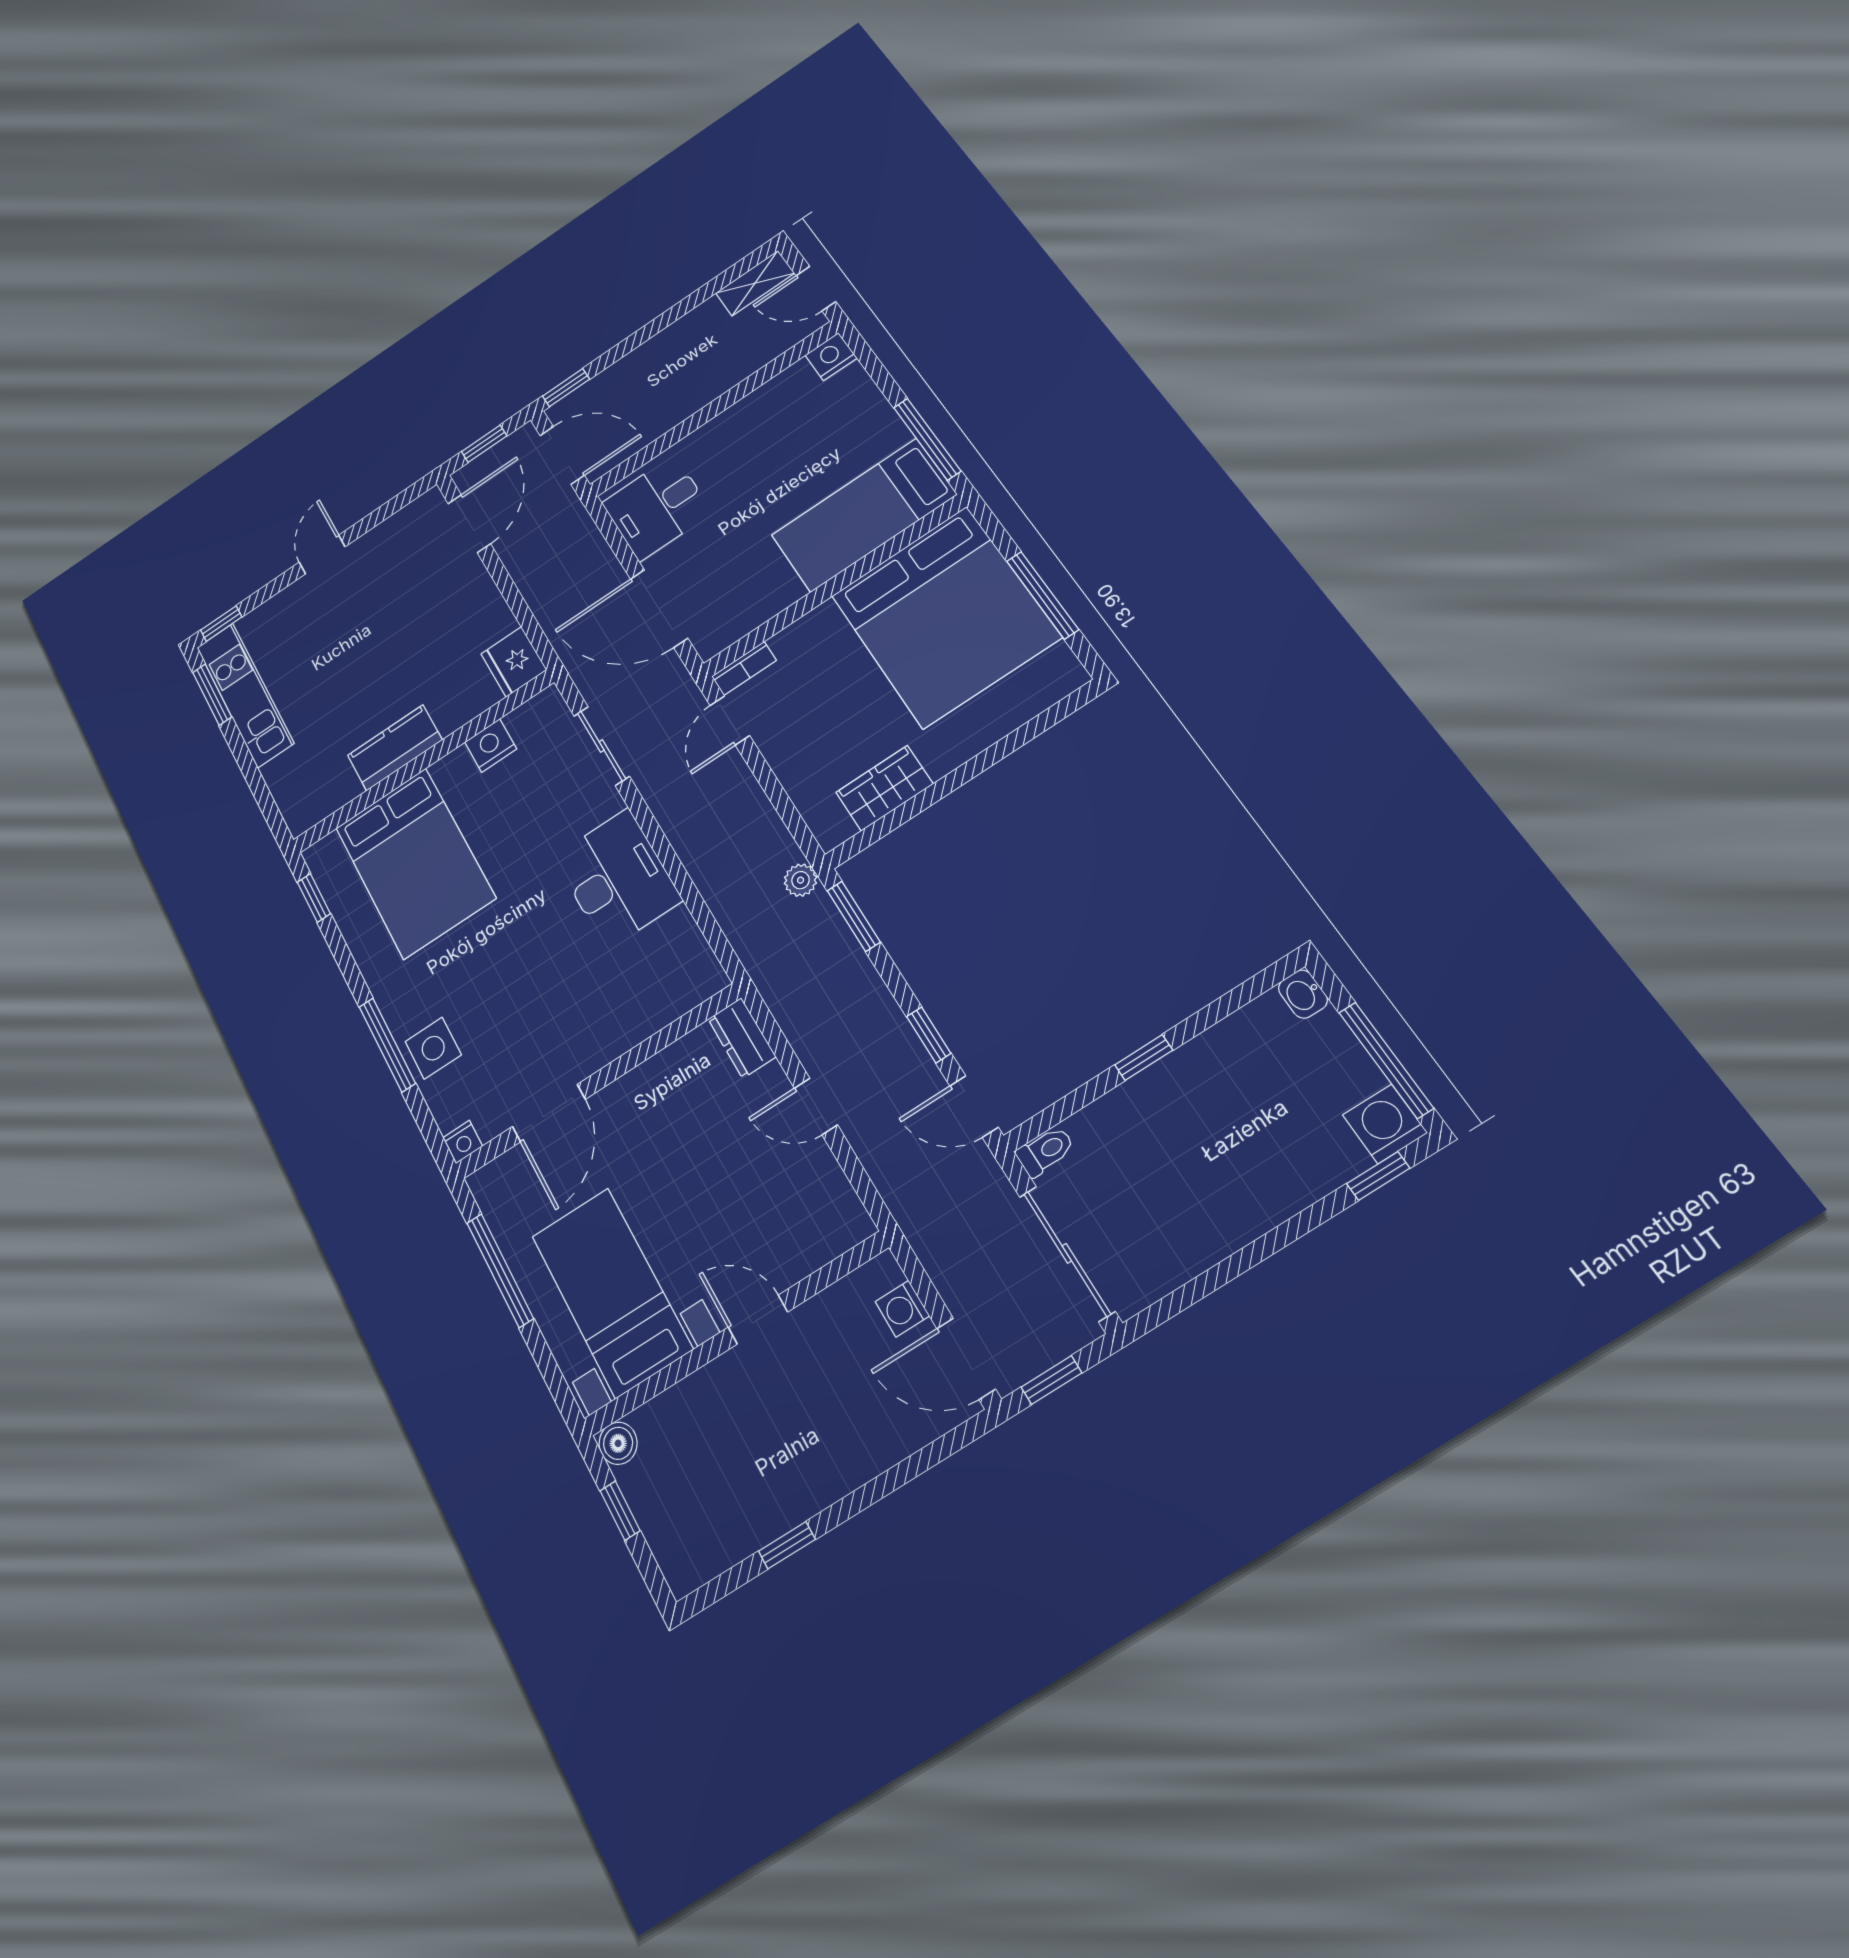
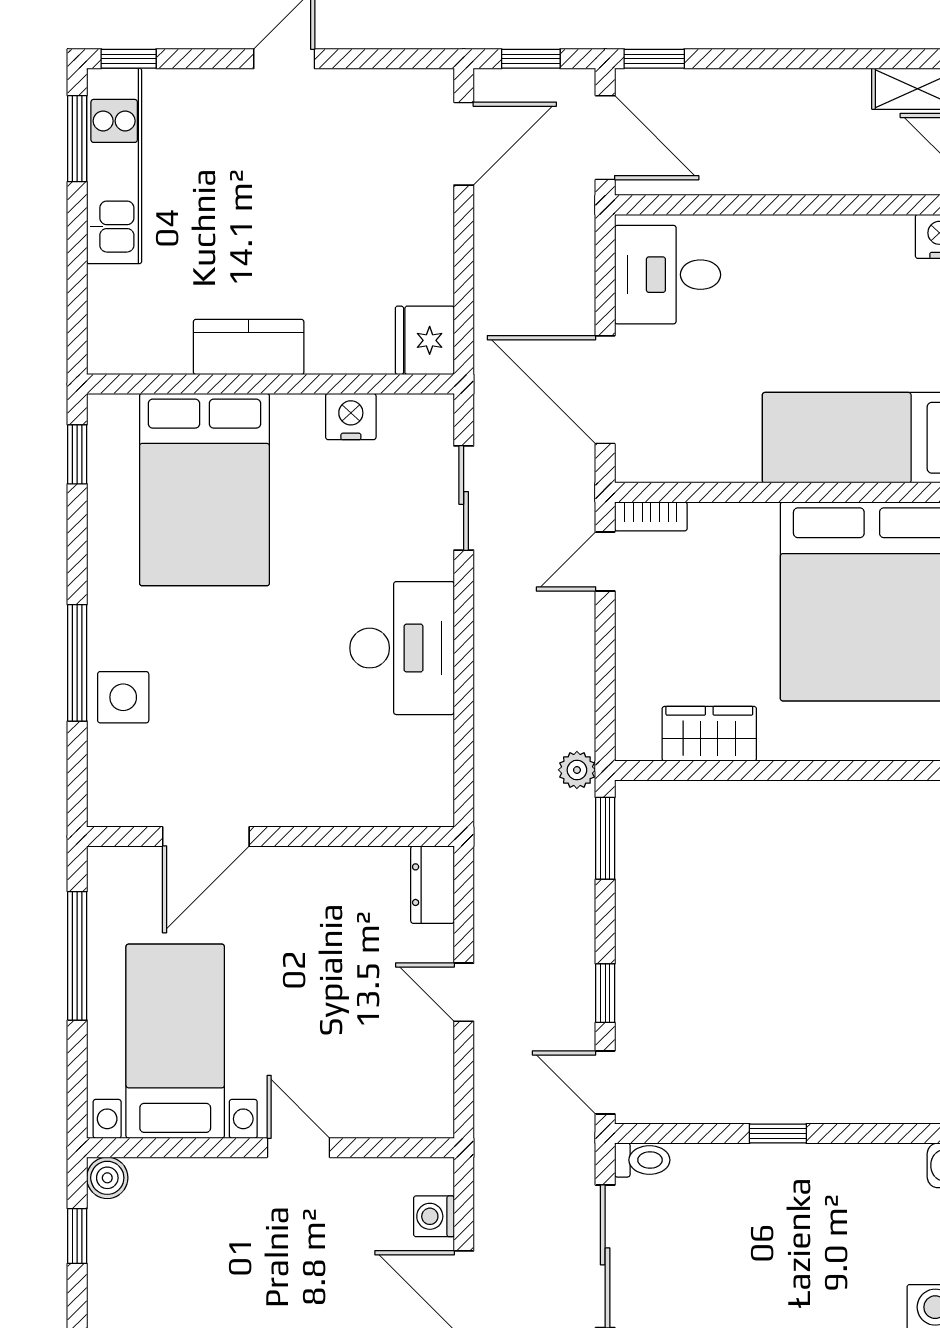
nightstand: (463, 1142) -> (105, 810), removed

